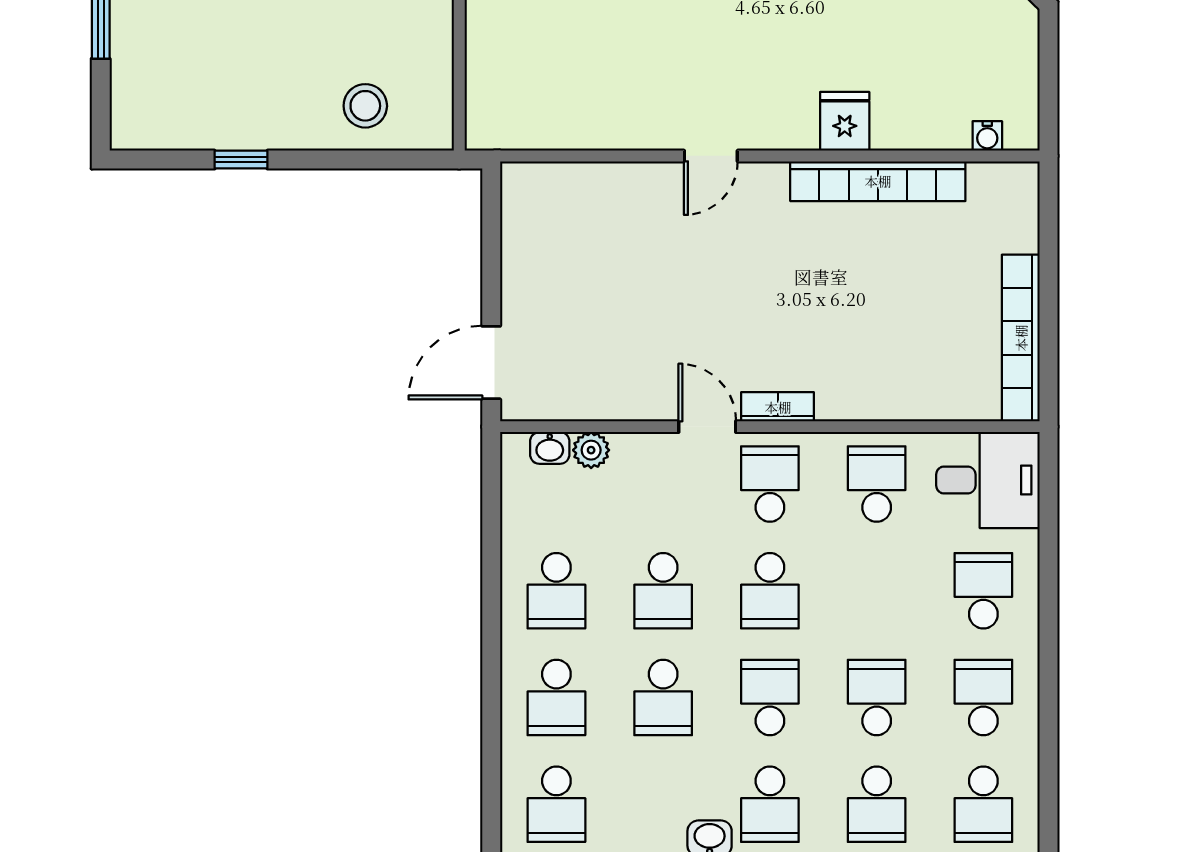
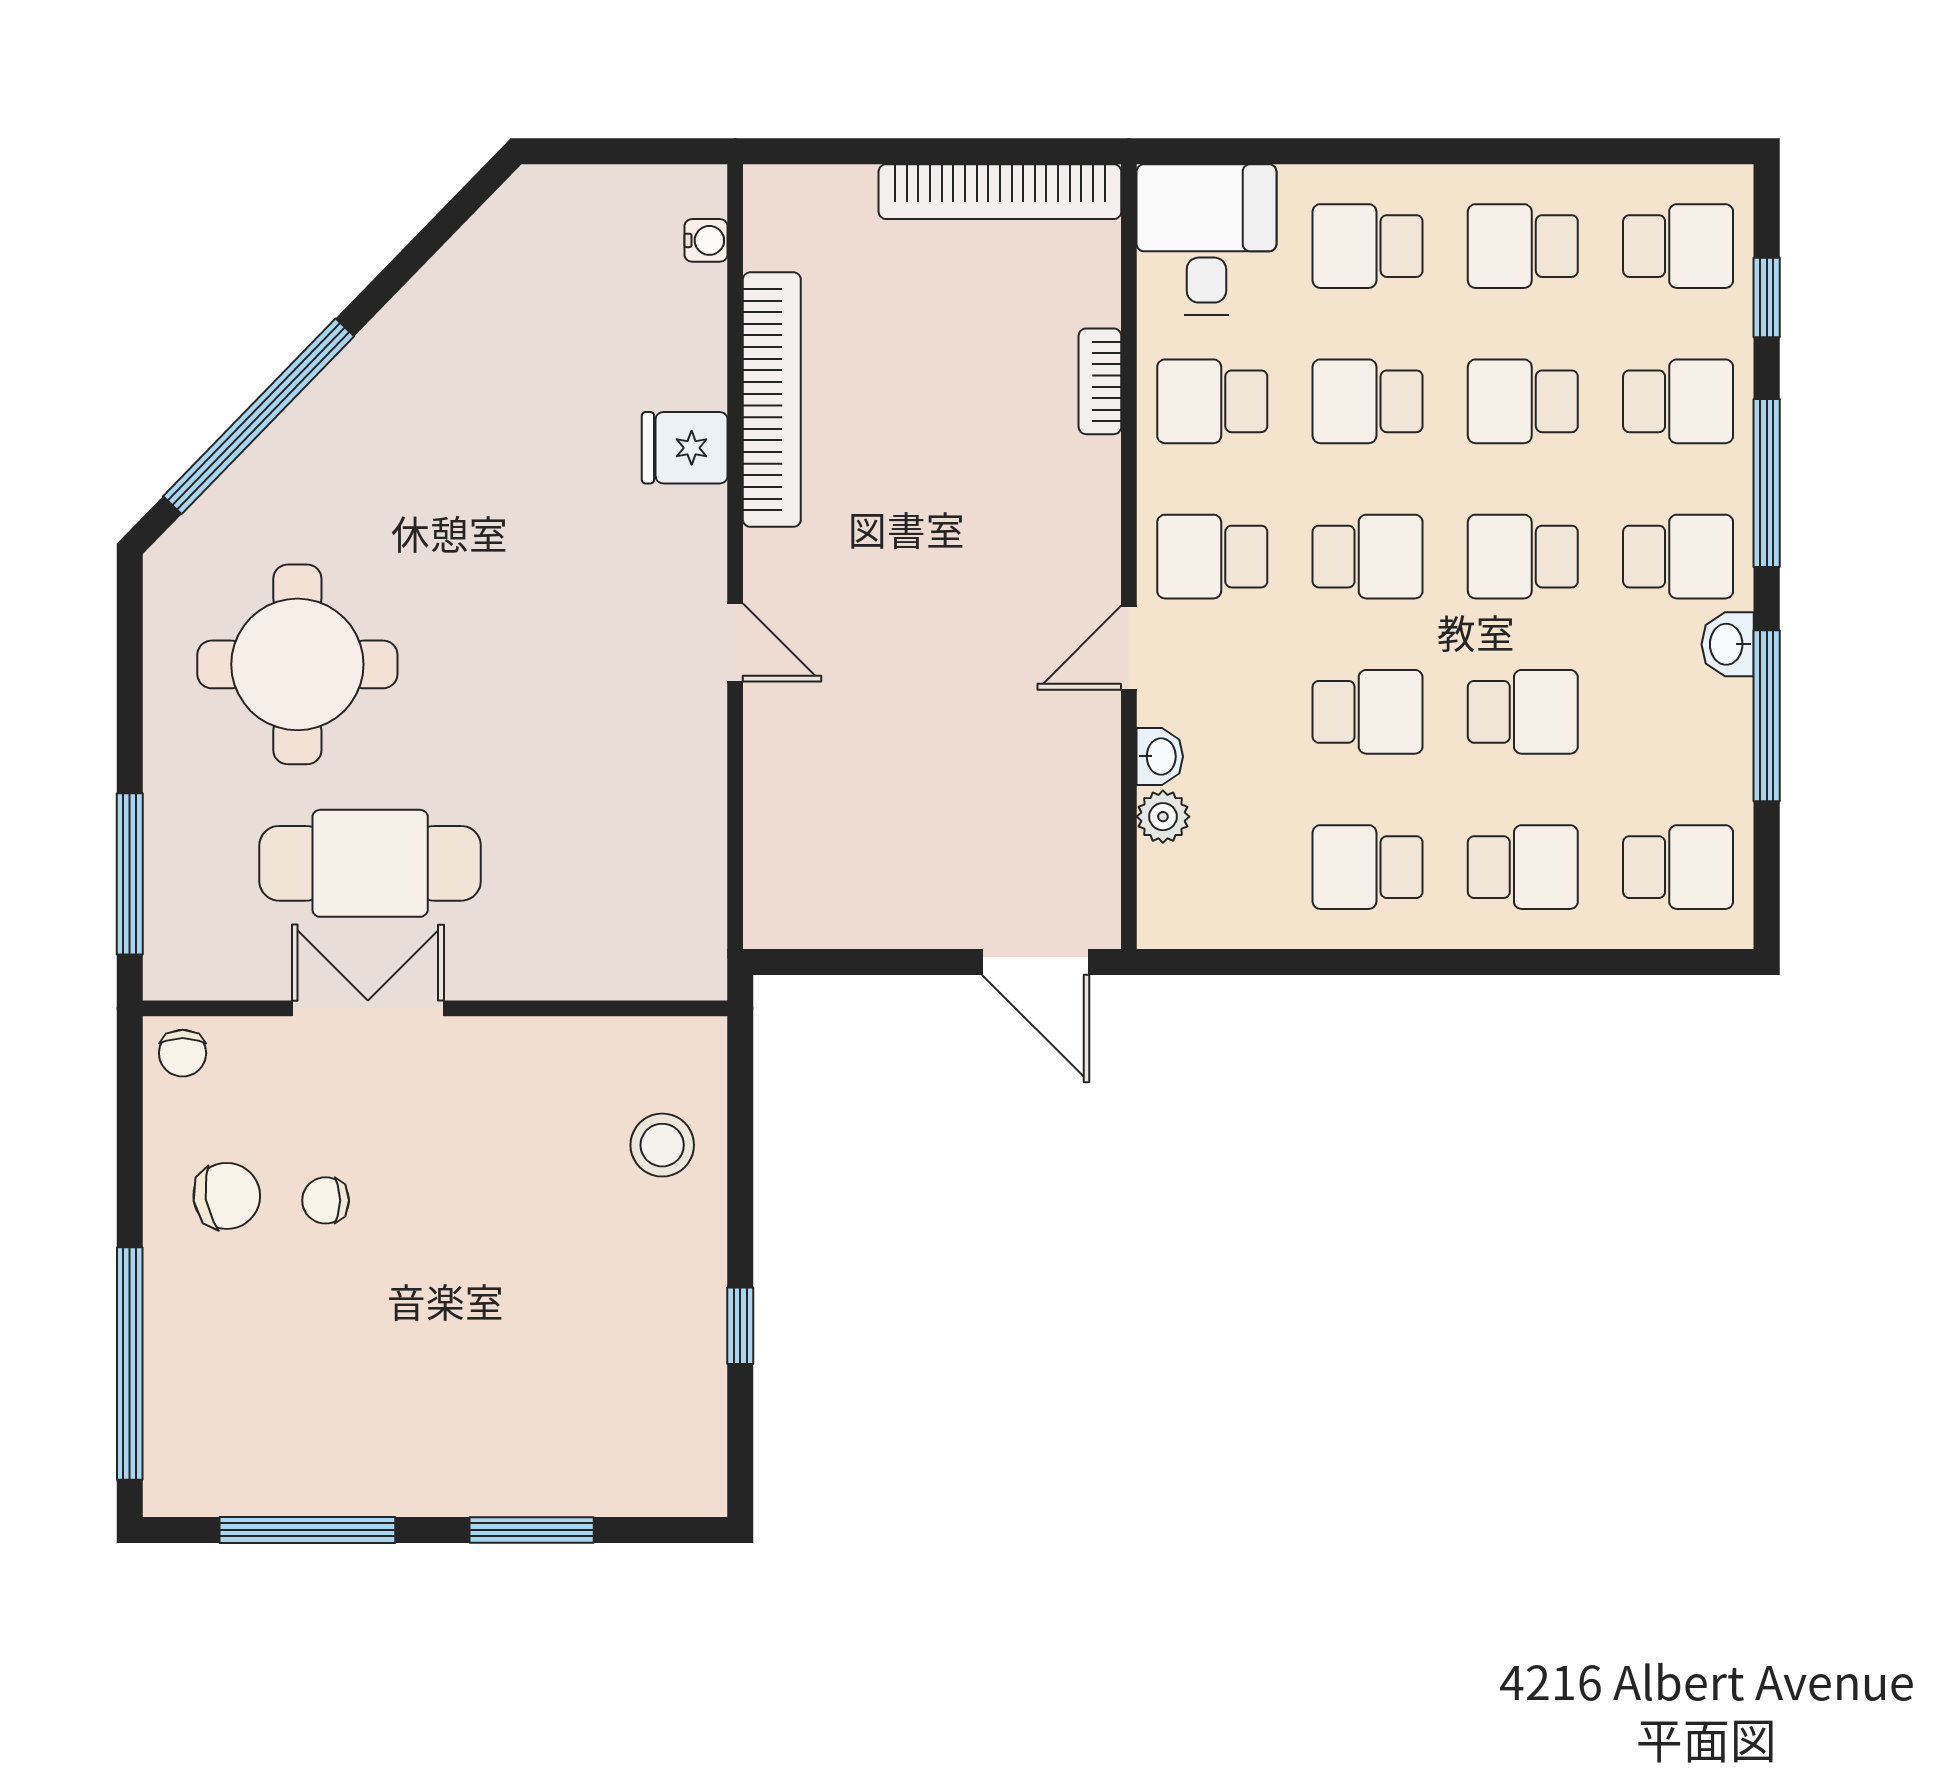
bookcase: (778, 407) -> (1100, 381), moved
washbasin: (550, 448) -> (1160, 756), moved
school desk: (556, 591) -> (1368, 867), turned 180
school desk: (877, 591) -> (1368, 401), added

